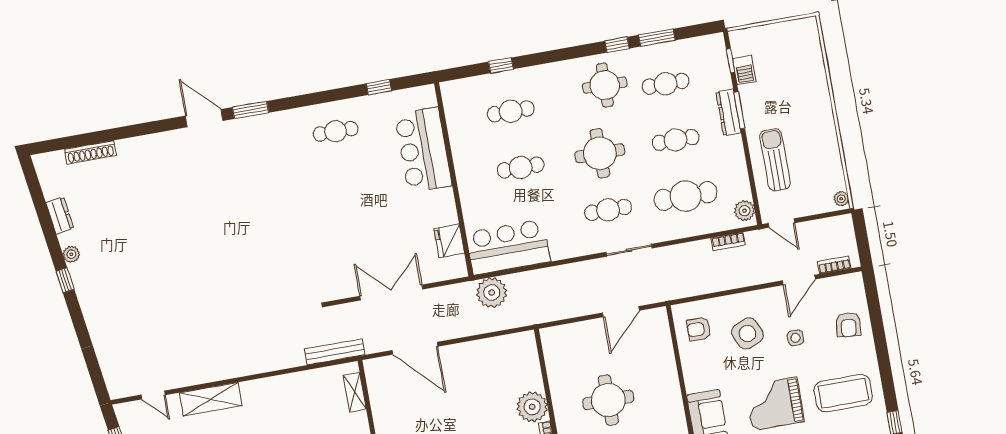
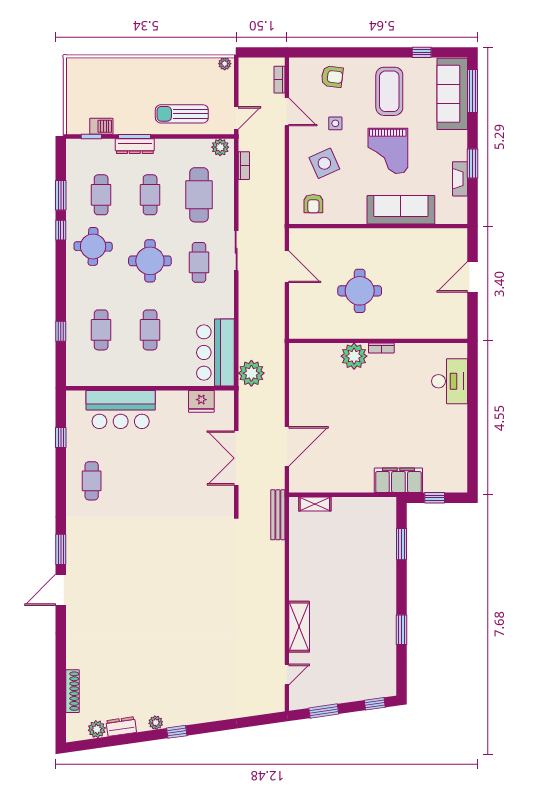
plant: (52, 188) -> (97, 729), added

